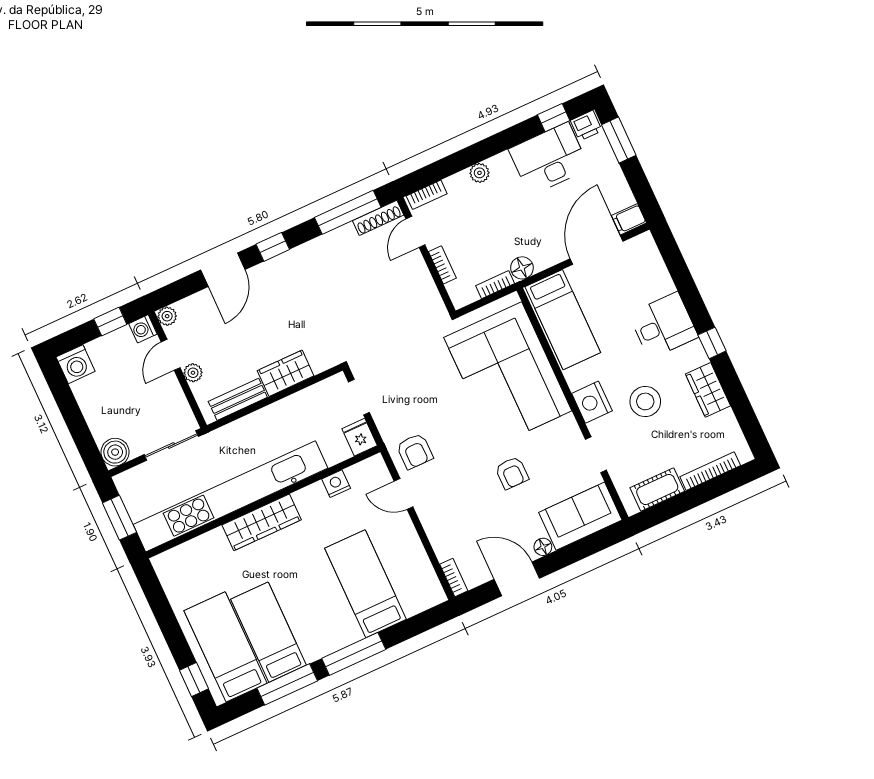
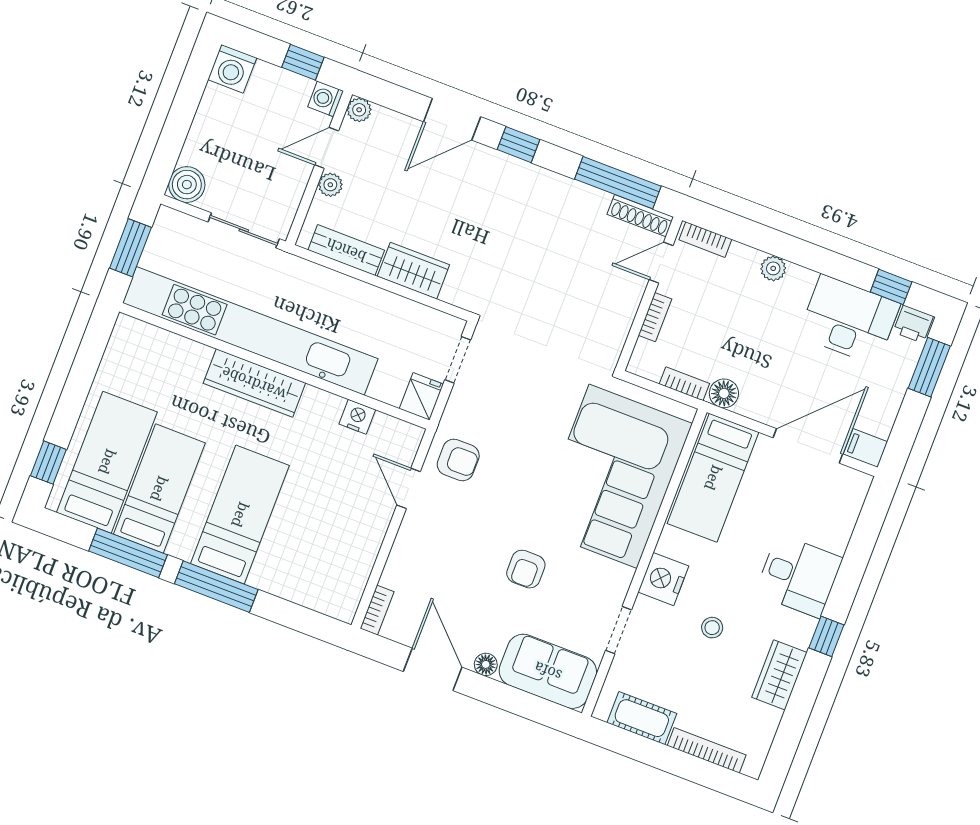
stool: (645, 401) -> (712, 628), width x0.53, depth x0.53
armchair: (415, 451) -> (458, 460), turned -90
bed: (365, 584) -> (240, 515), moved

